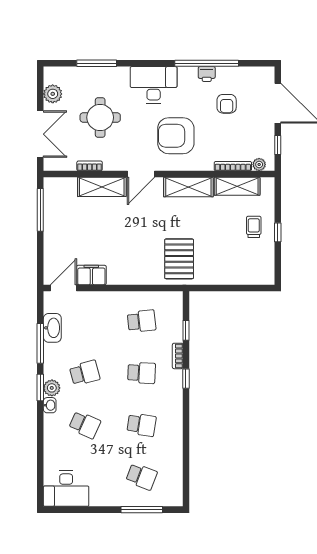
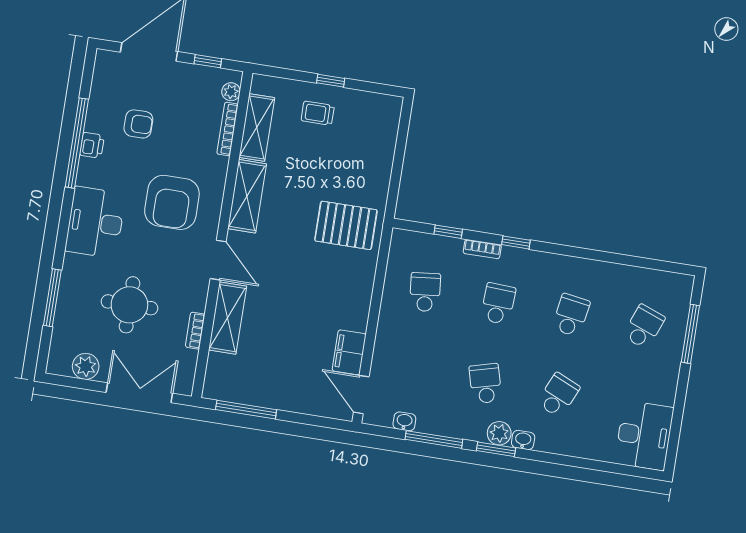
washbasin: (52, 328) -> (404, 421), width x0.52, depth x0.69

